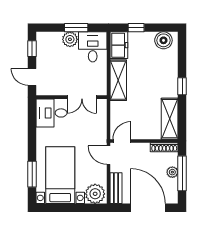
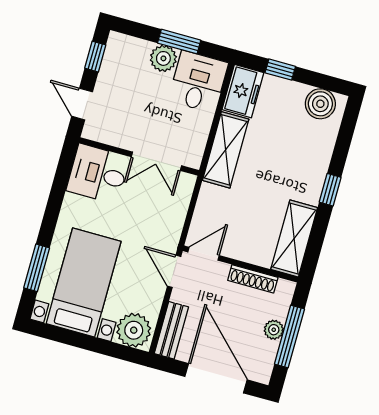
shoe rack: (164, 147) -> (253, 279), moved

